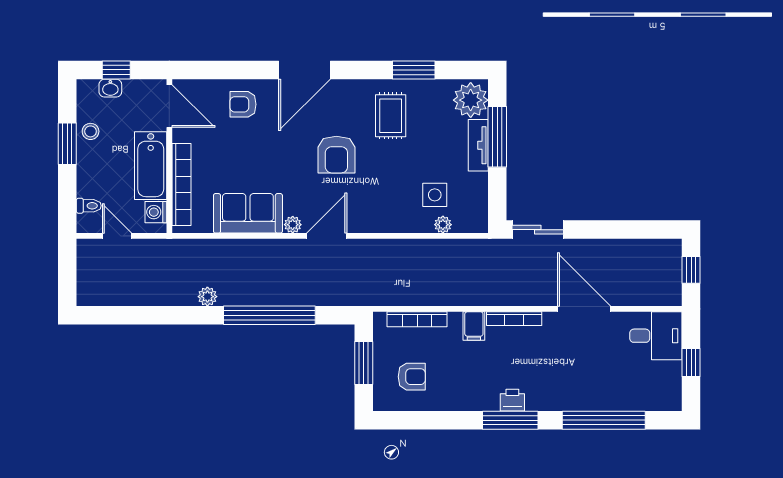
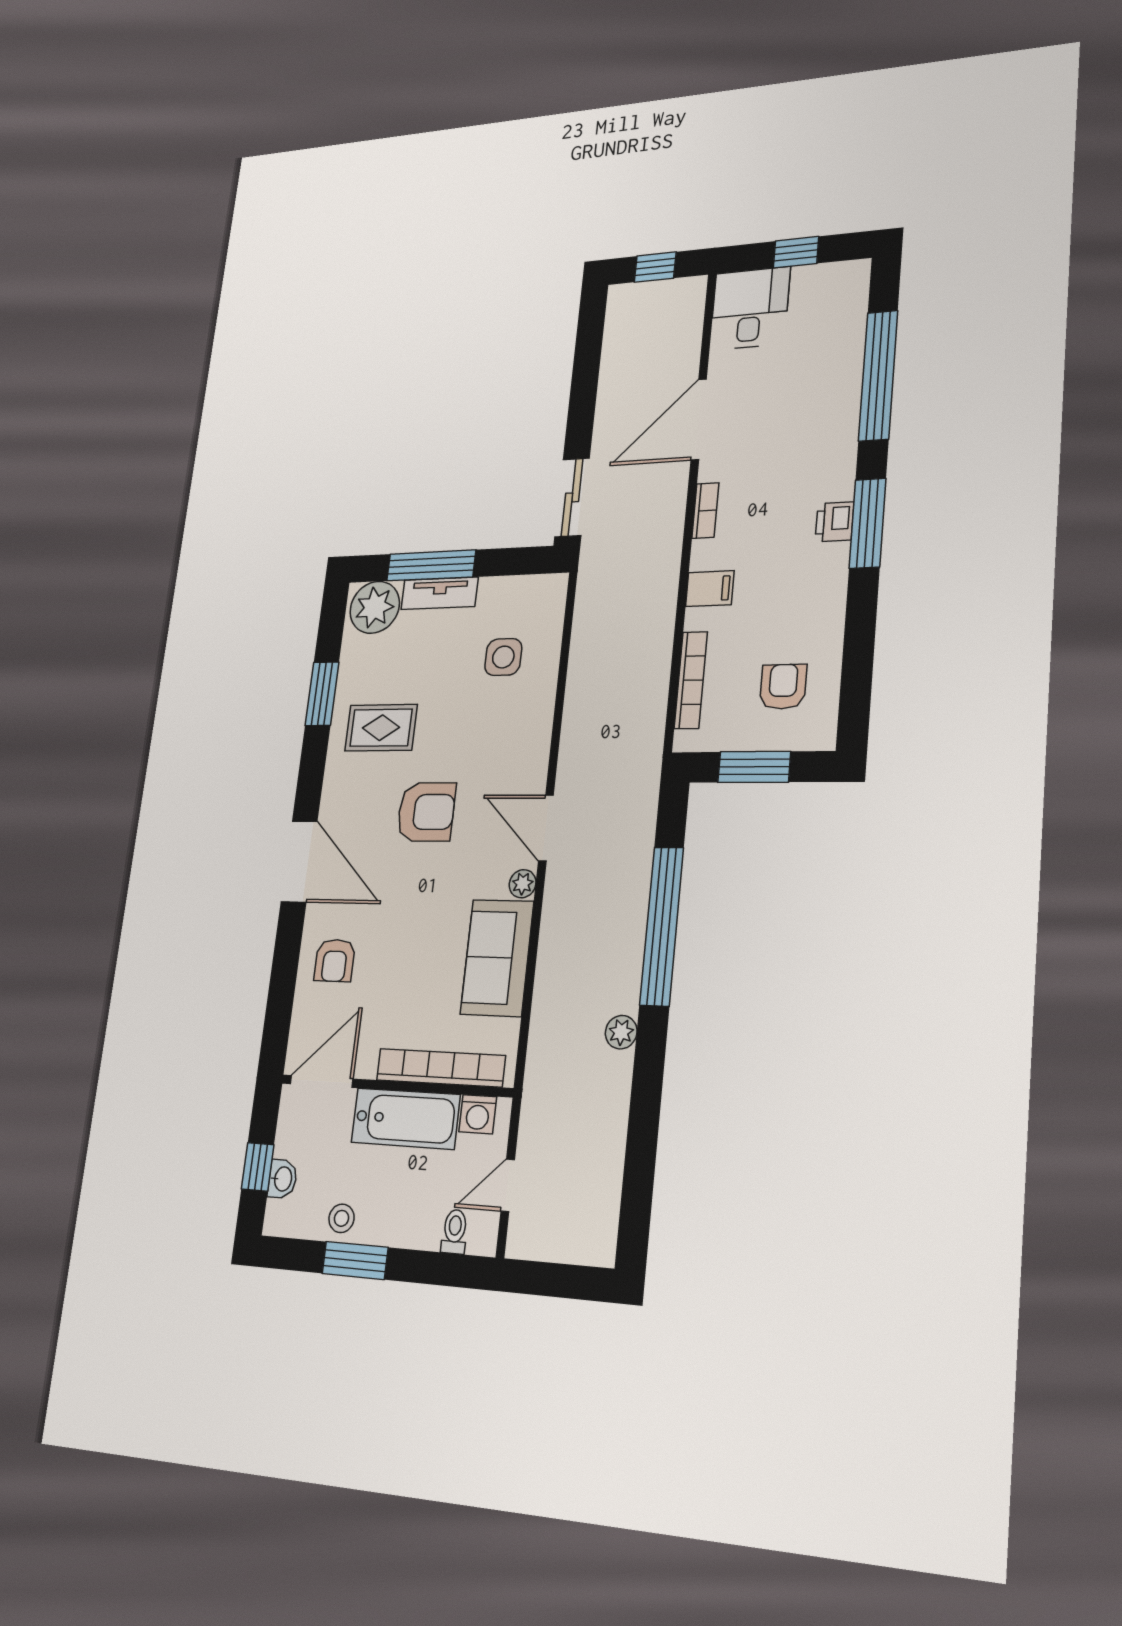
plant: (443, 225) -> (549, 643), removed
bookcase: (514, 319) -> (705, 511), width x0.64

